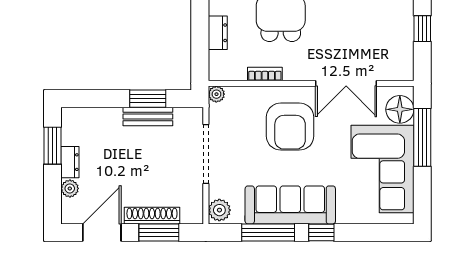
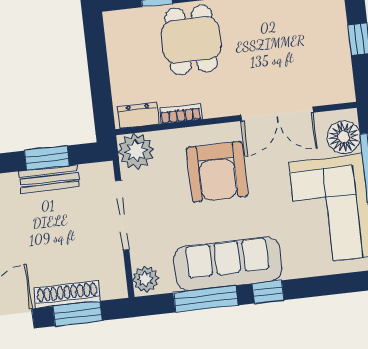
dresser: (218, 33) -> (138, 115), moved, turned -90
plant: (216, 94) -> (136, 151), width x1.87, depth x1.87

